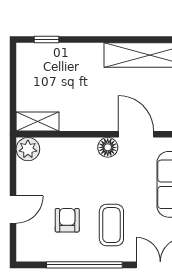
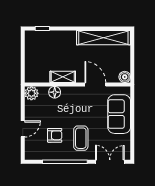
shelving: (38, 121) -> (63, 77), moved
floor lamp: (108, 147) -> (55, 92), moved
armchair: (67, 220) -> (55, 135), turned 90

